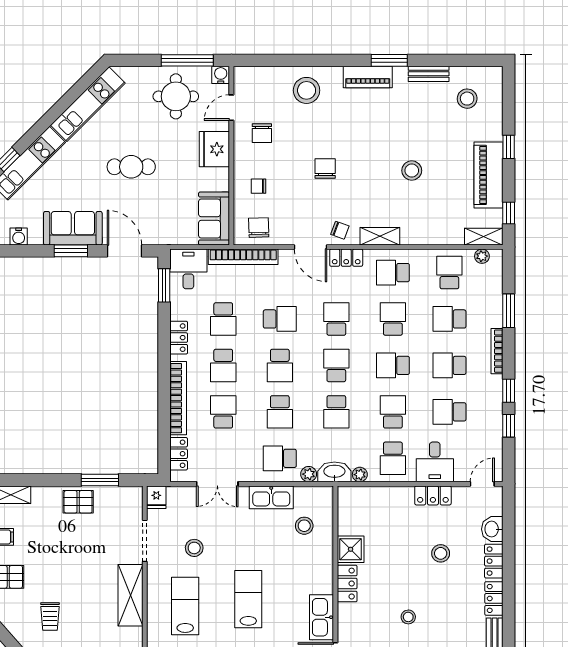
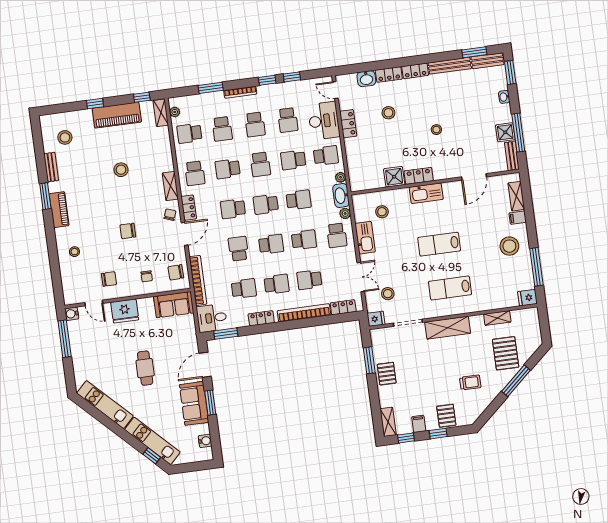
stool: (307, 90) -> (74, 252), width x0.53, depth x0.53
round table: (176, 96) -> (91, 343), removed
desk: (435, 462) -> (324, 121), width x1.37
stool: (194, 548) -> (388, 294), moved
kitchen sink: (322, 617) -> (426, 193), moved

